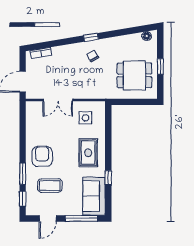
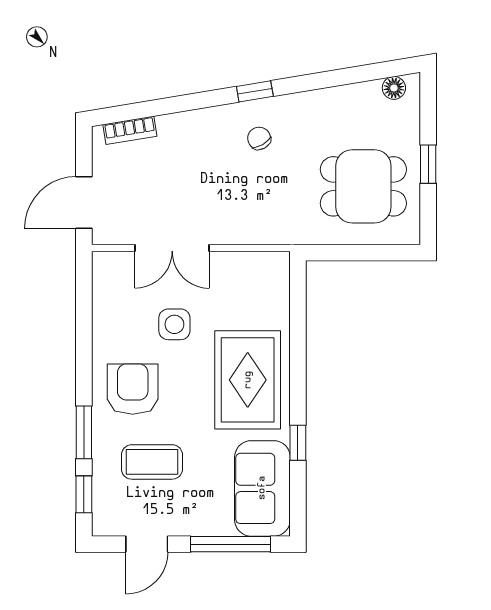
side table: (85, 118) -> (174, 324), moved
rug: (88, 153) -> (248, 380), width x1.36, depth x1.43

